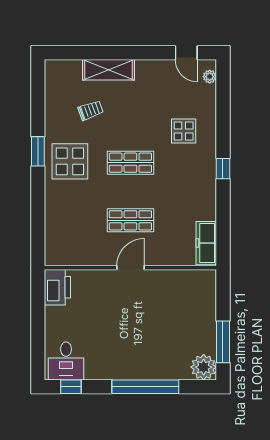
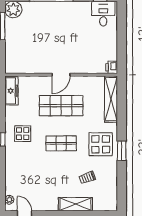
display table: (184, 131) -> (23, 134), moved
shop shelf: (130, 220) -> (61, 106), width x1.43, depth x1.36
shelving: (54, 230) -> (111, 99), added
printer: (57, 287) -> (112, 67), width x0.53, depth x0.68

